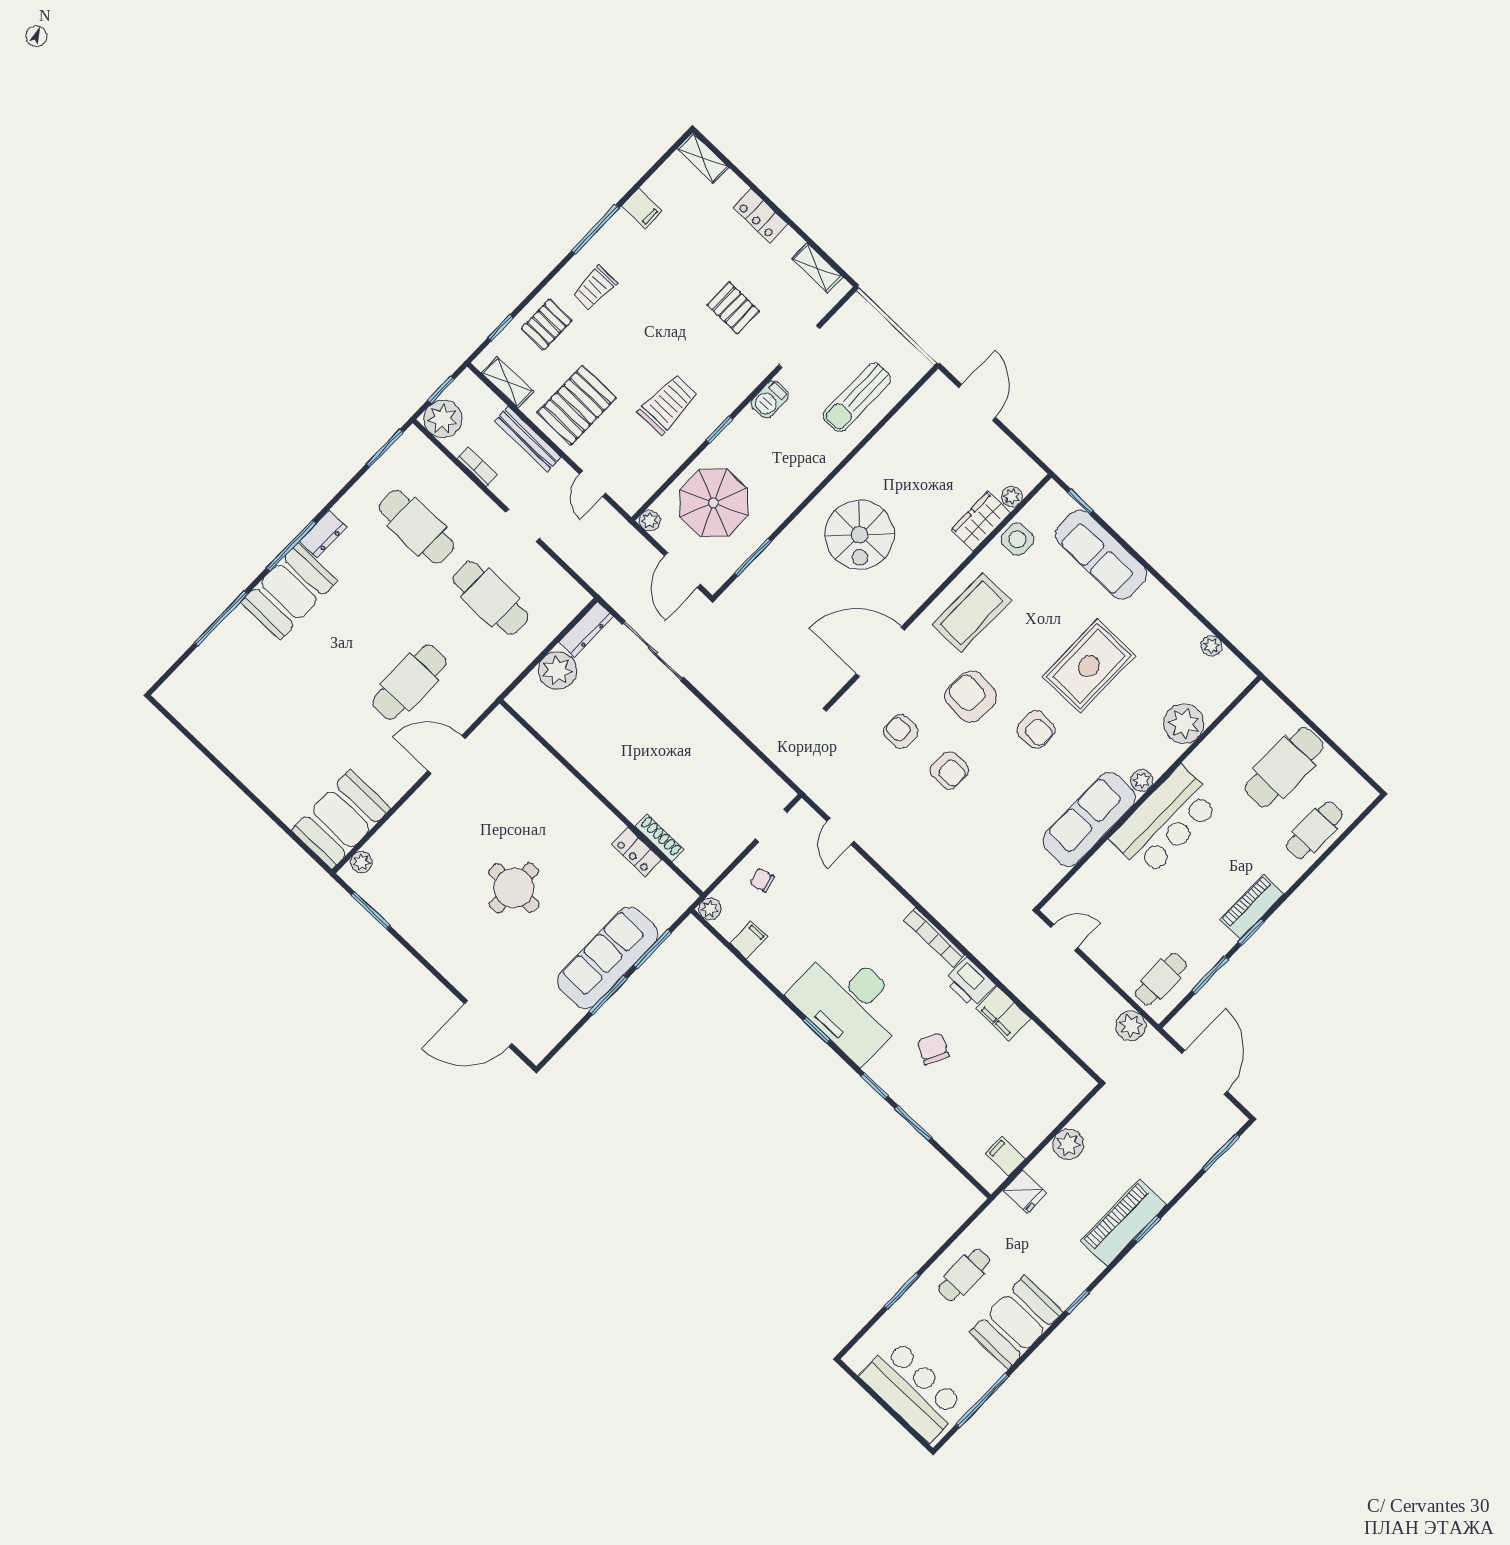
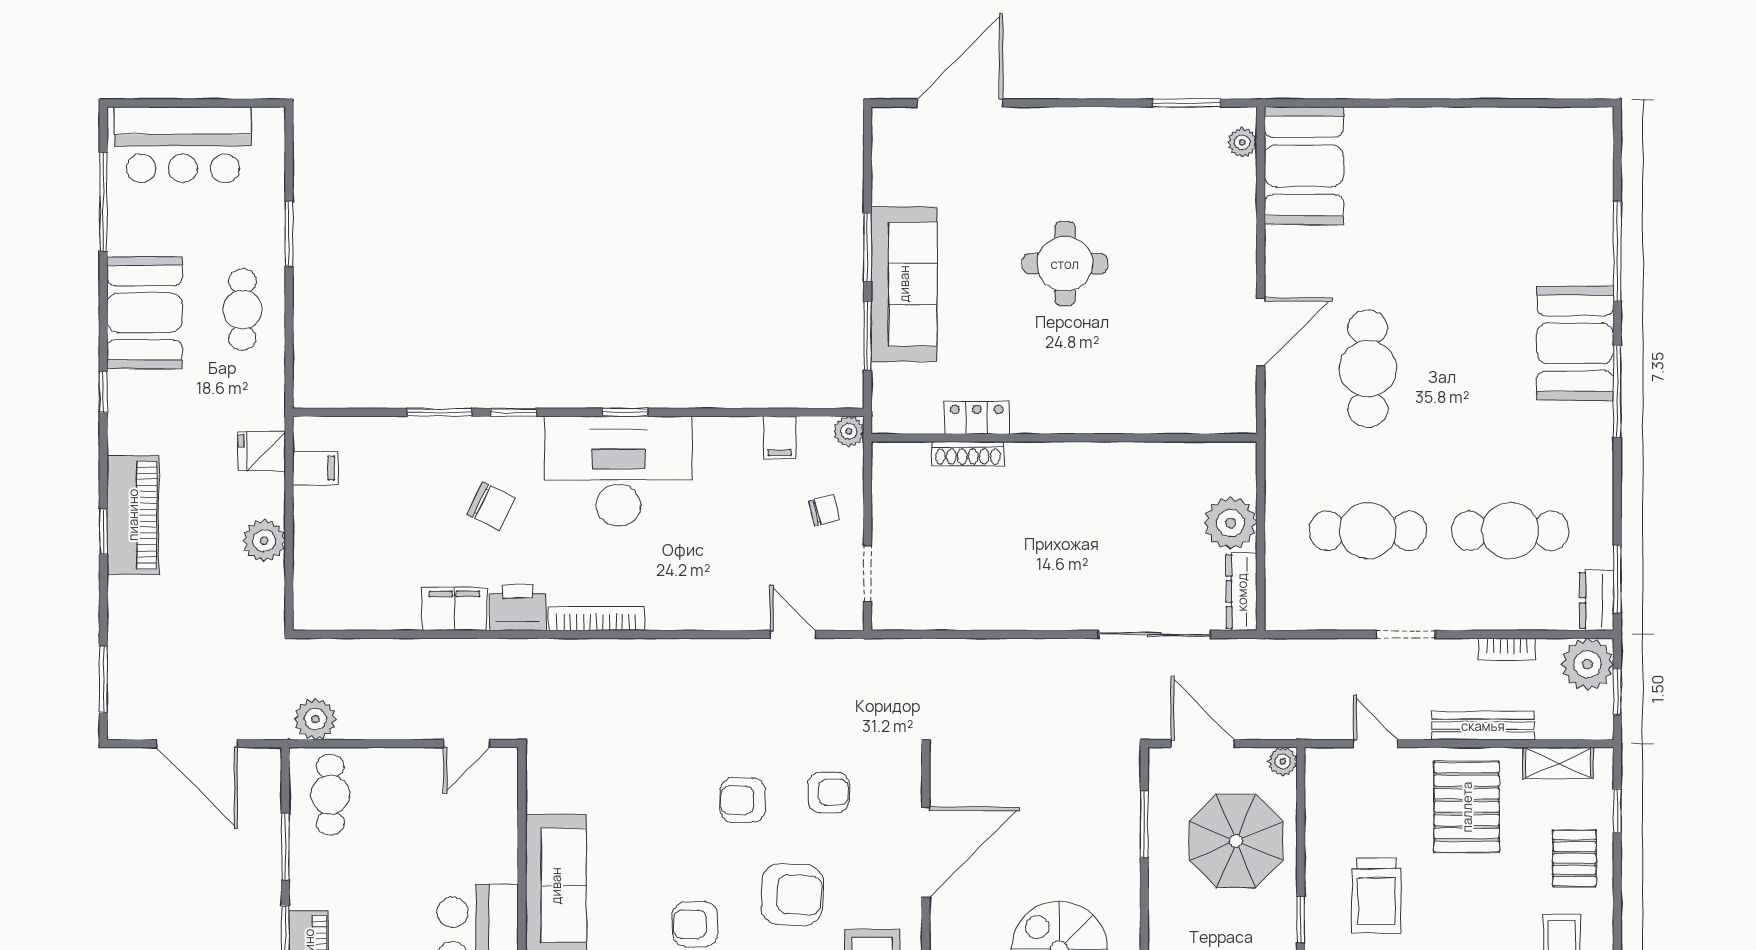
dresser: (323, 534) -> (1597, 600), moved

